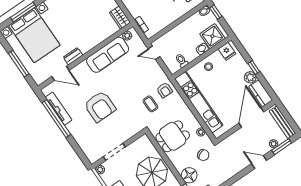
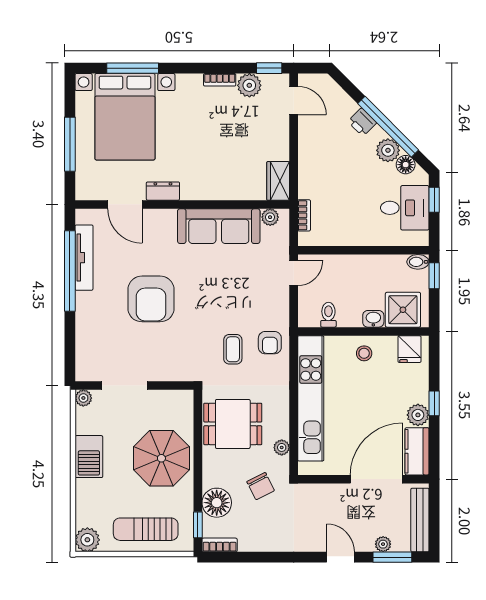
door: (154, 53) -> (294, 273), swing flipped

